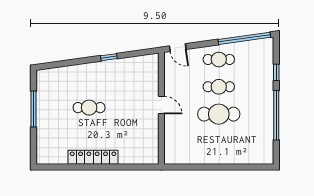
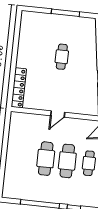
cafe table: (219, 87) -> (67, 161), width x1.37, depth x1.35
locker: (93, 157) -> (19, 88), moved

